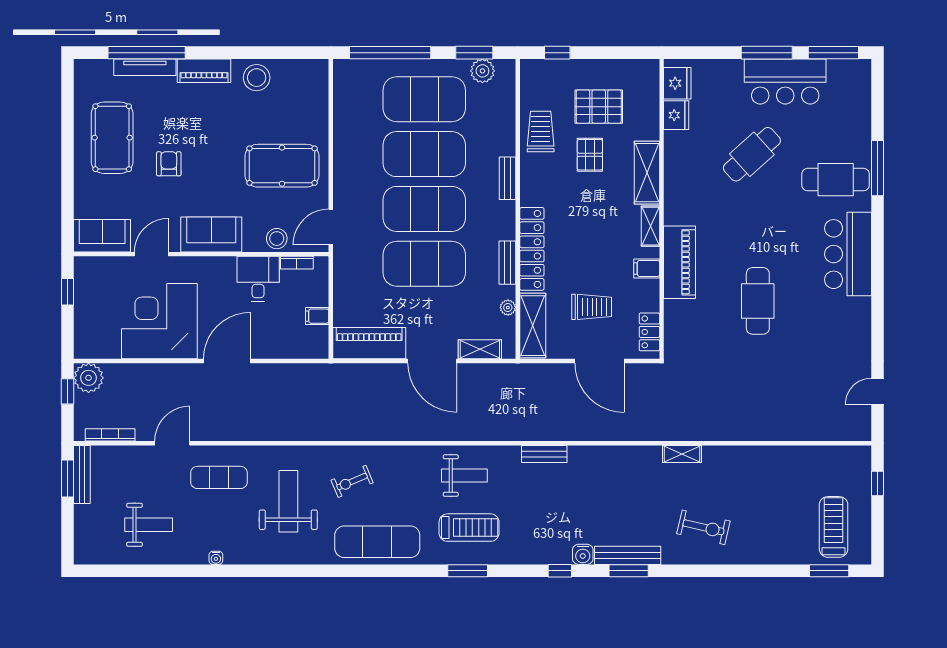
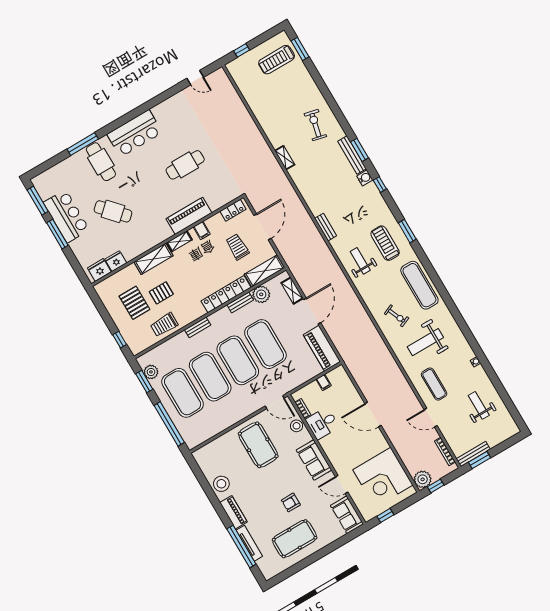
plant: (508, 308) -> (261, 294), width x1.88, depth x1.88
corner desk: (159, 321) -> (383, 477), moved

